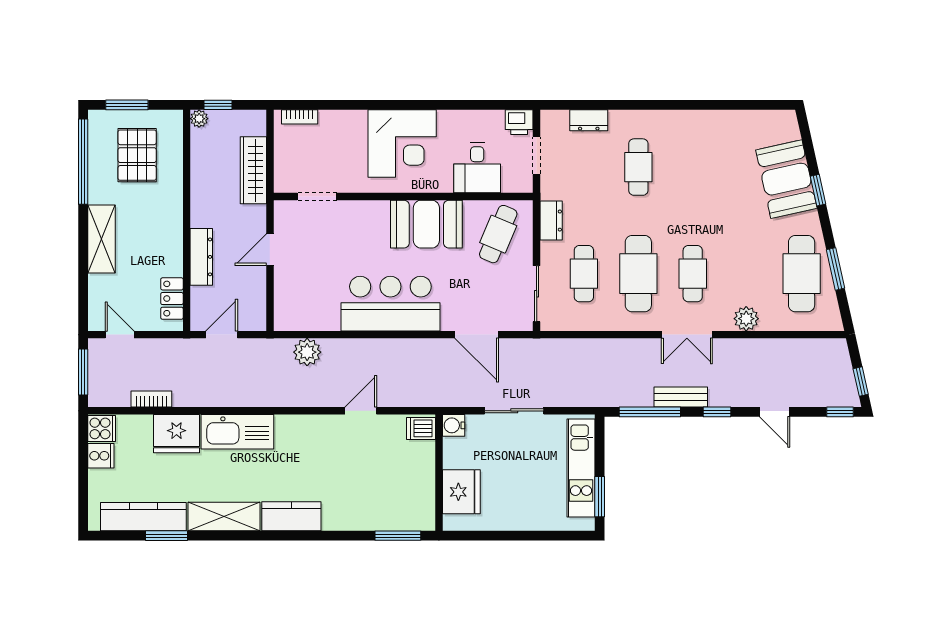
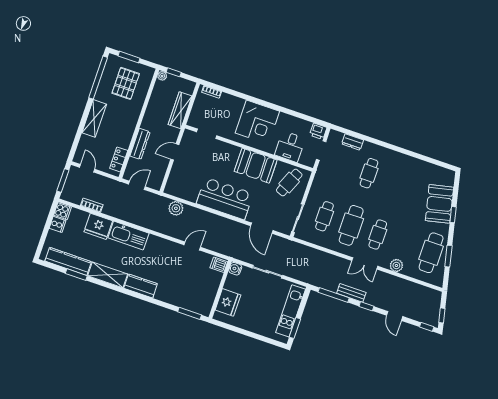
dresser: (551, 221) -> (317, 185), removed

